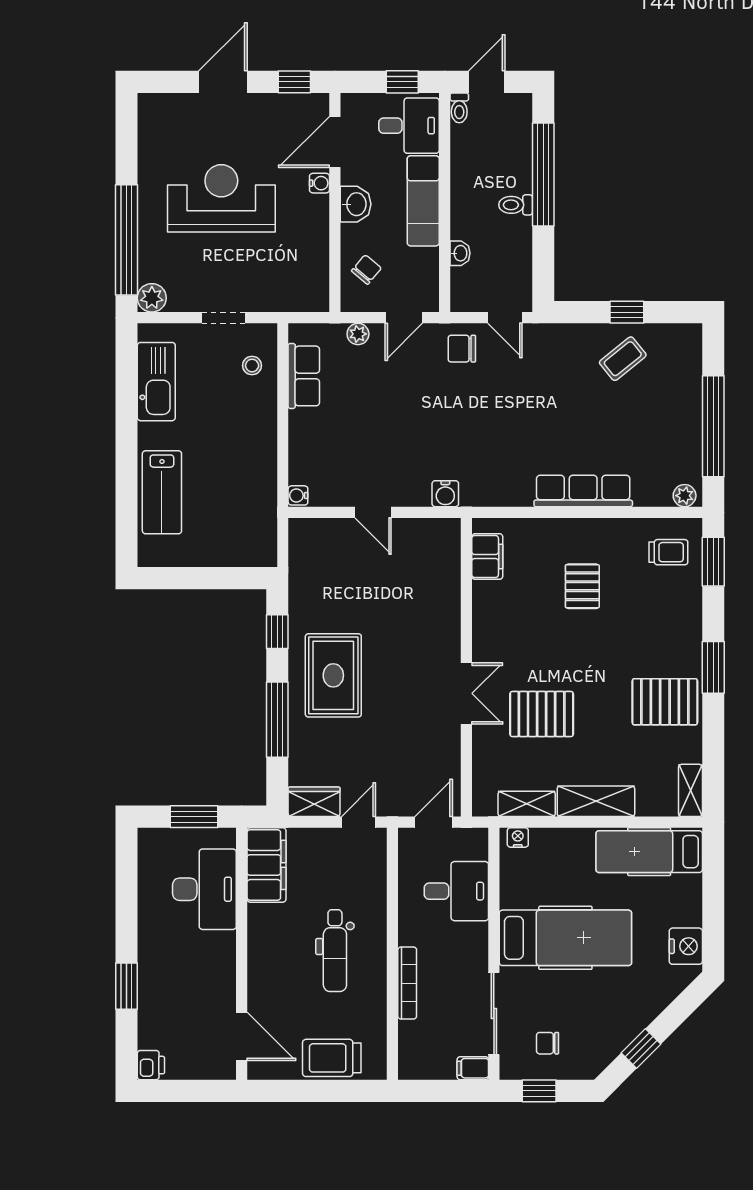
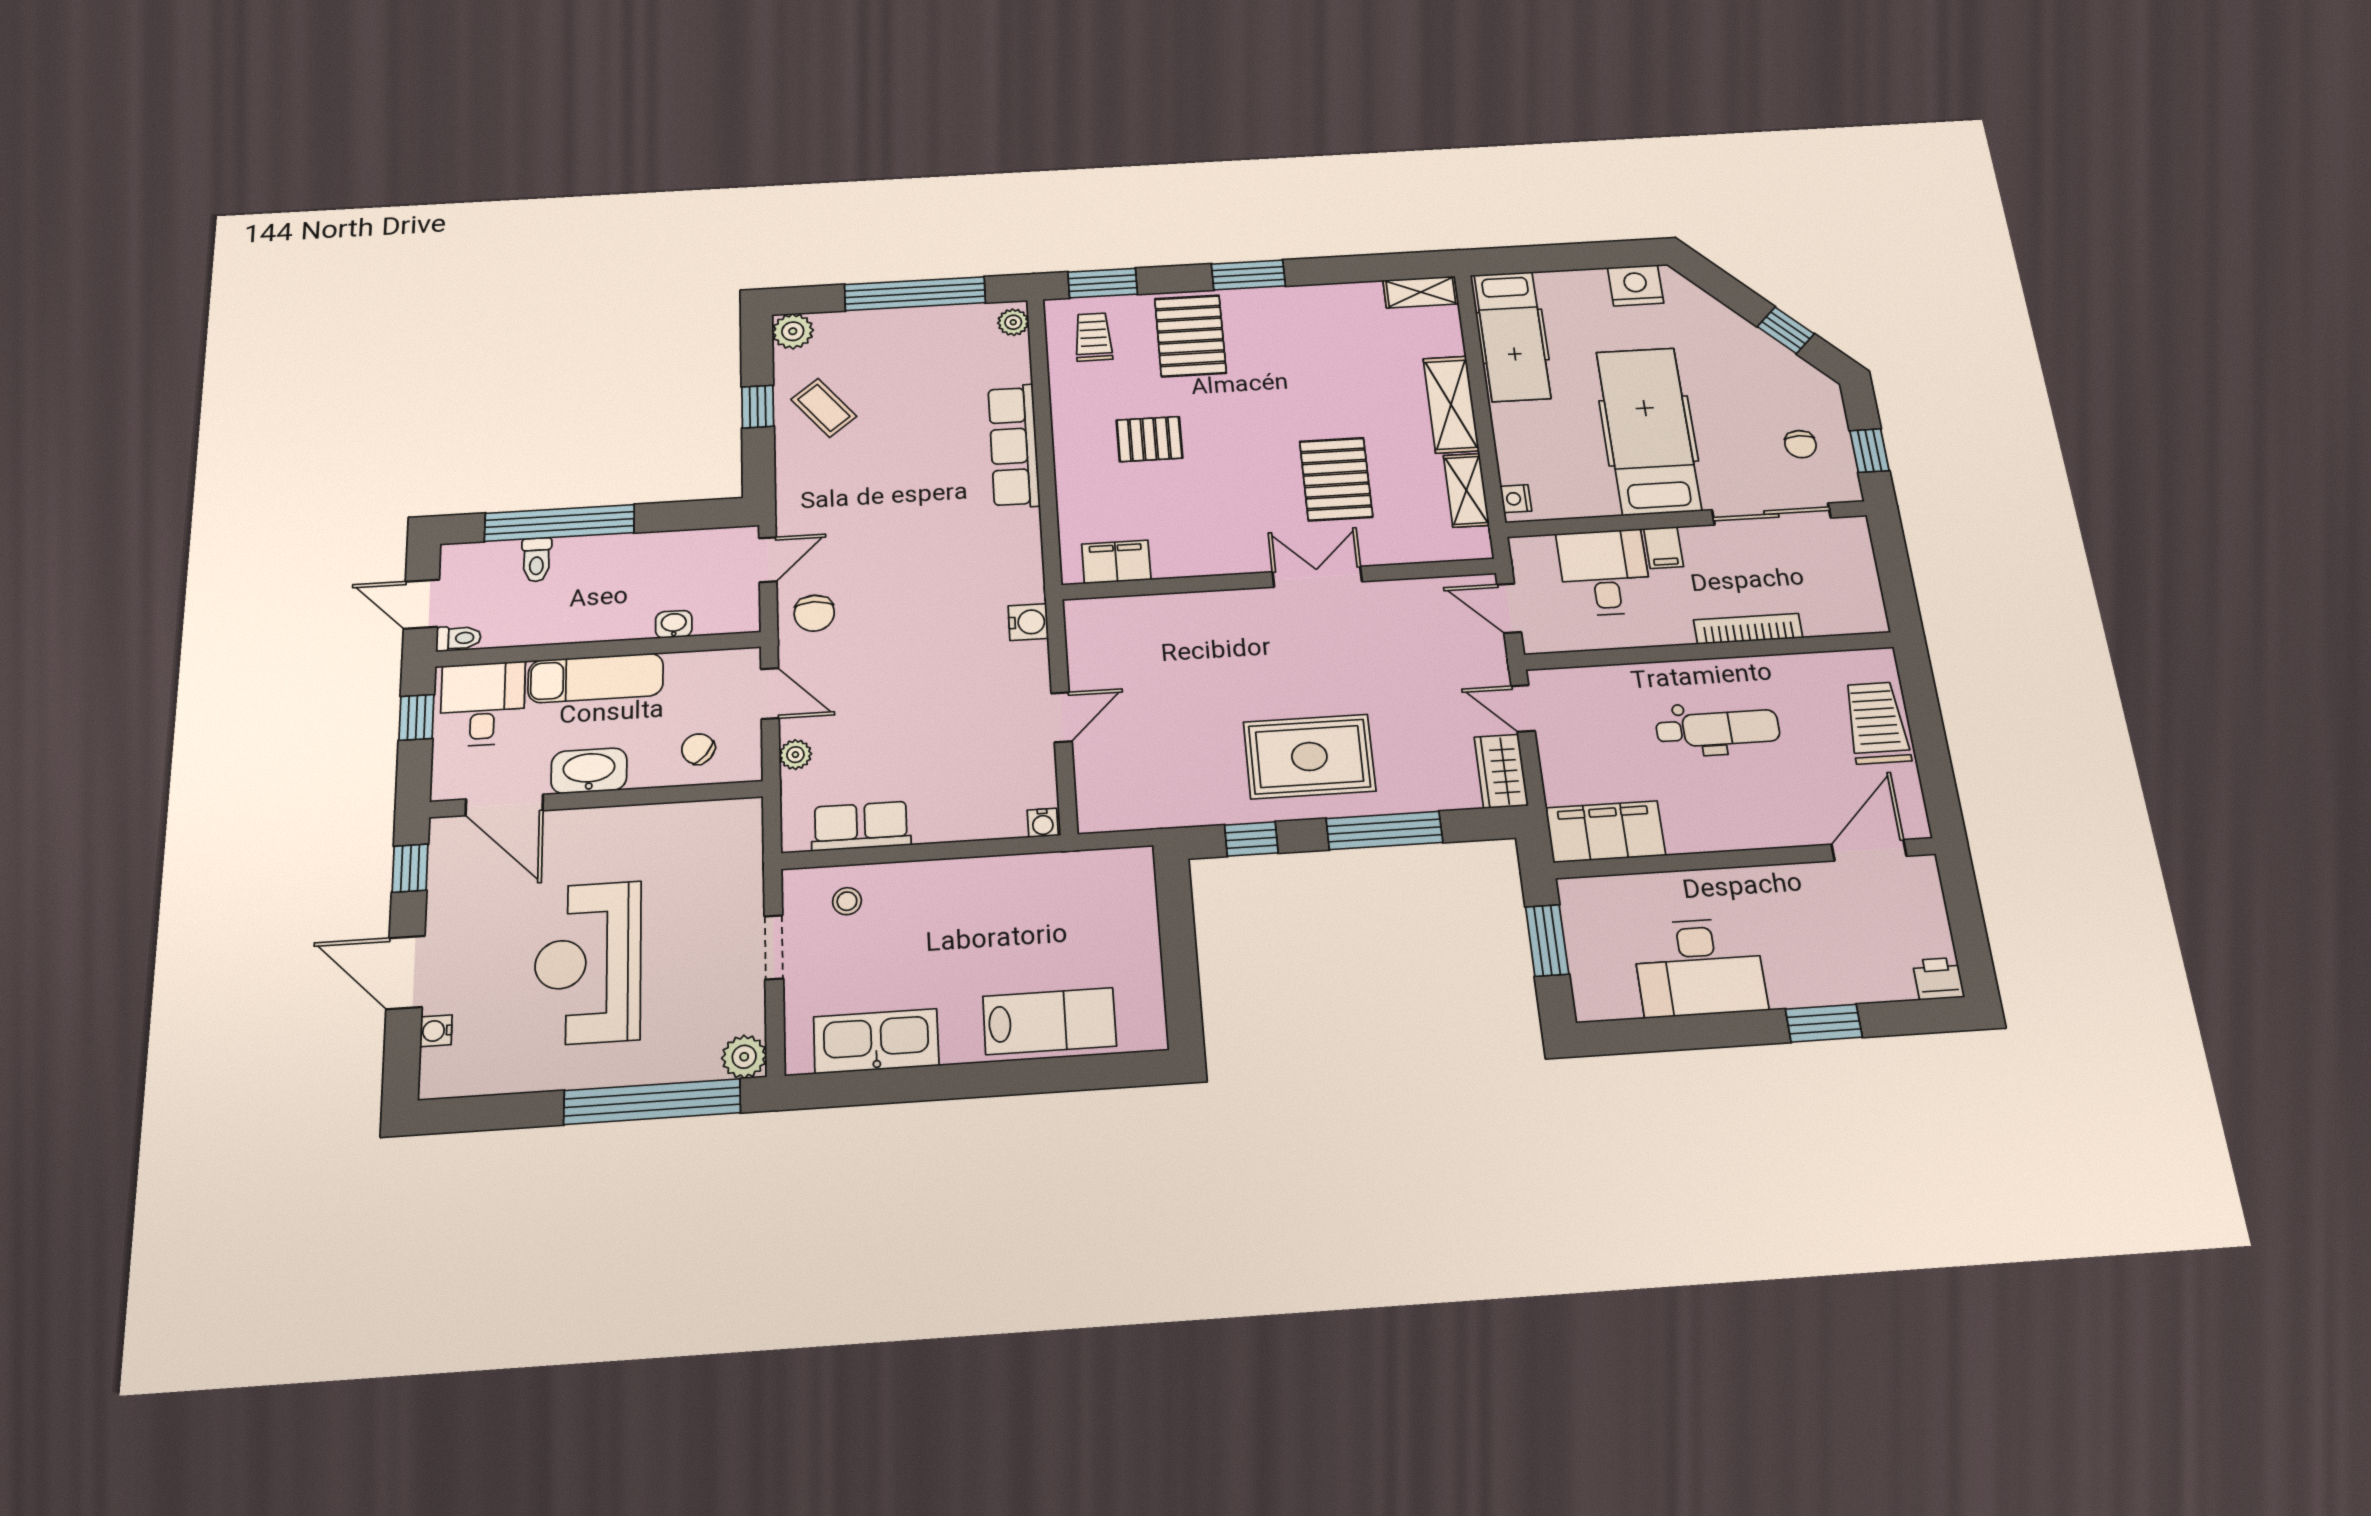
water cooler: (319, 183) -> (436, 1031), moved, turned -90
washbasin: (356, 204) -> (589, 771), width x1.38
toilet: (516, 205) -> (536, 560), moved
plant: (687, 338) -> (793, 331), added
pallet: (665, 702) -> (1190, 336), moved
desk: (204, 889) -> (1699, 967), moved, turned 180
trolley: (332, 1058) -> (1877, 723), turned 180
filing cabinet: (473, 1068) -> (1664, 548), moved

